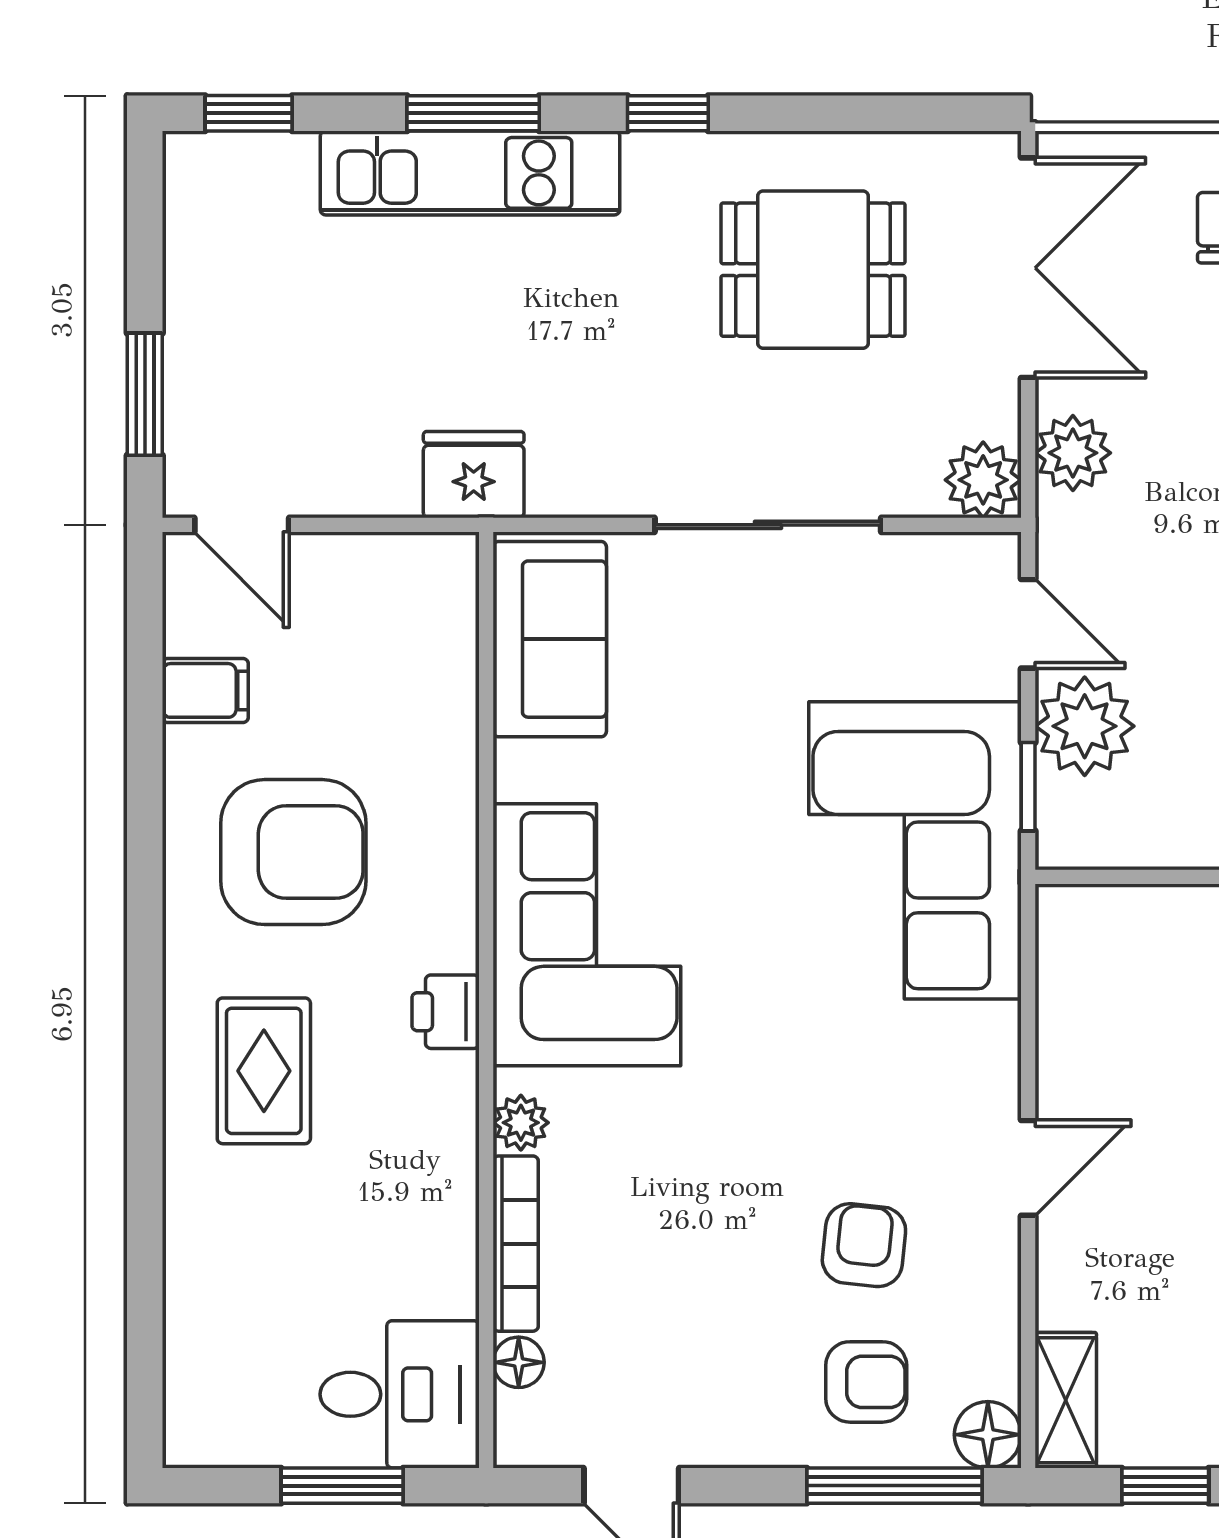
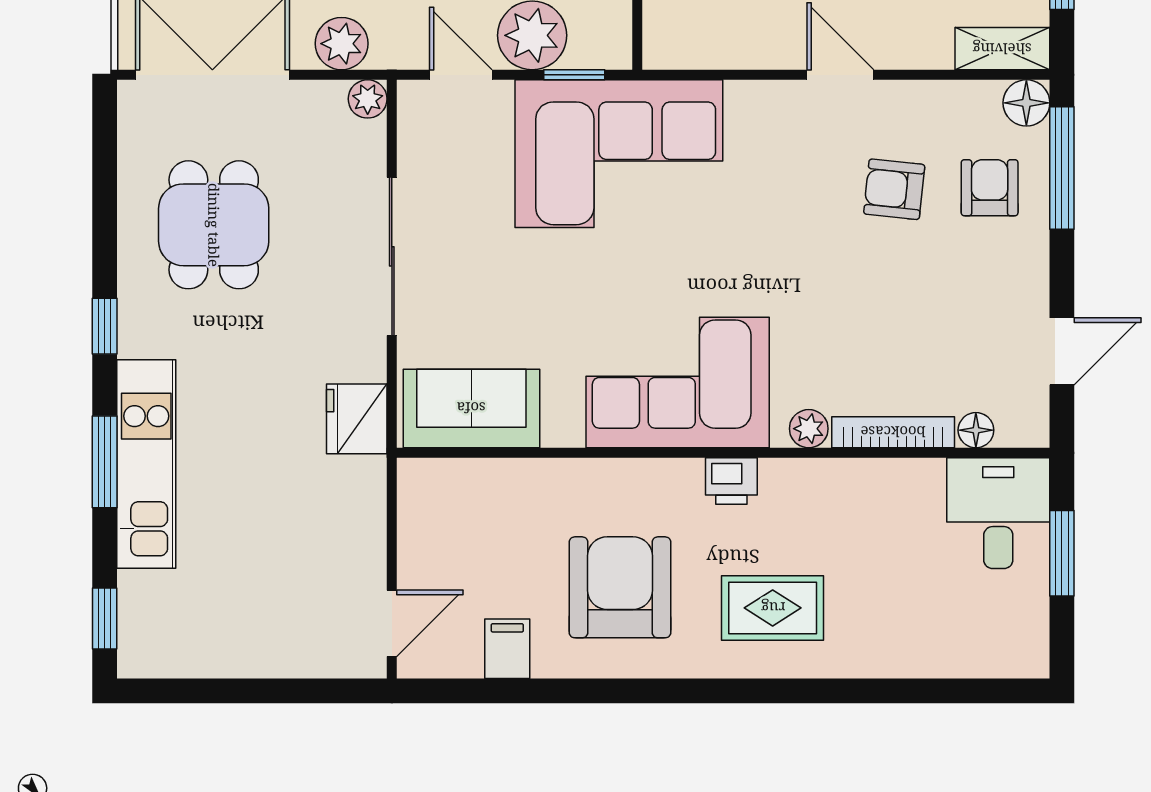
window: (145, 394) -> (301, 691), removed
fridge: (474, 475) -> (357, 419), moved
plant: (983, 480) -> (368, 99), width x0.73, depth x0.73
door: (1028, 624) -> (461, 75), hinge flipped

